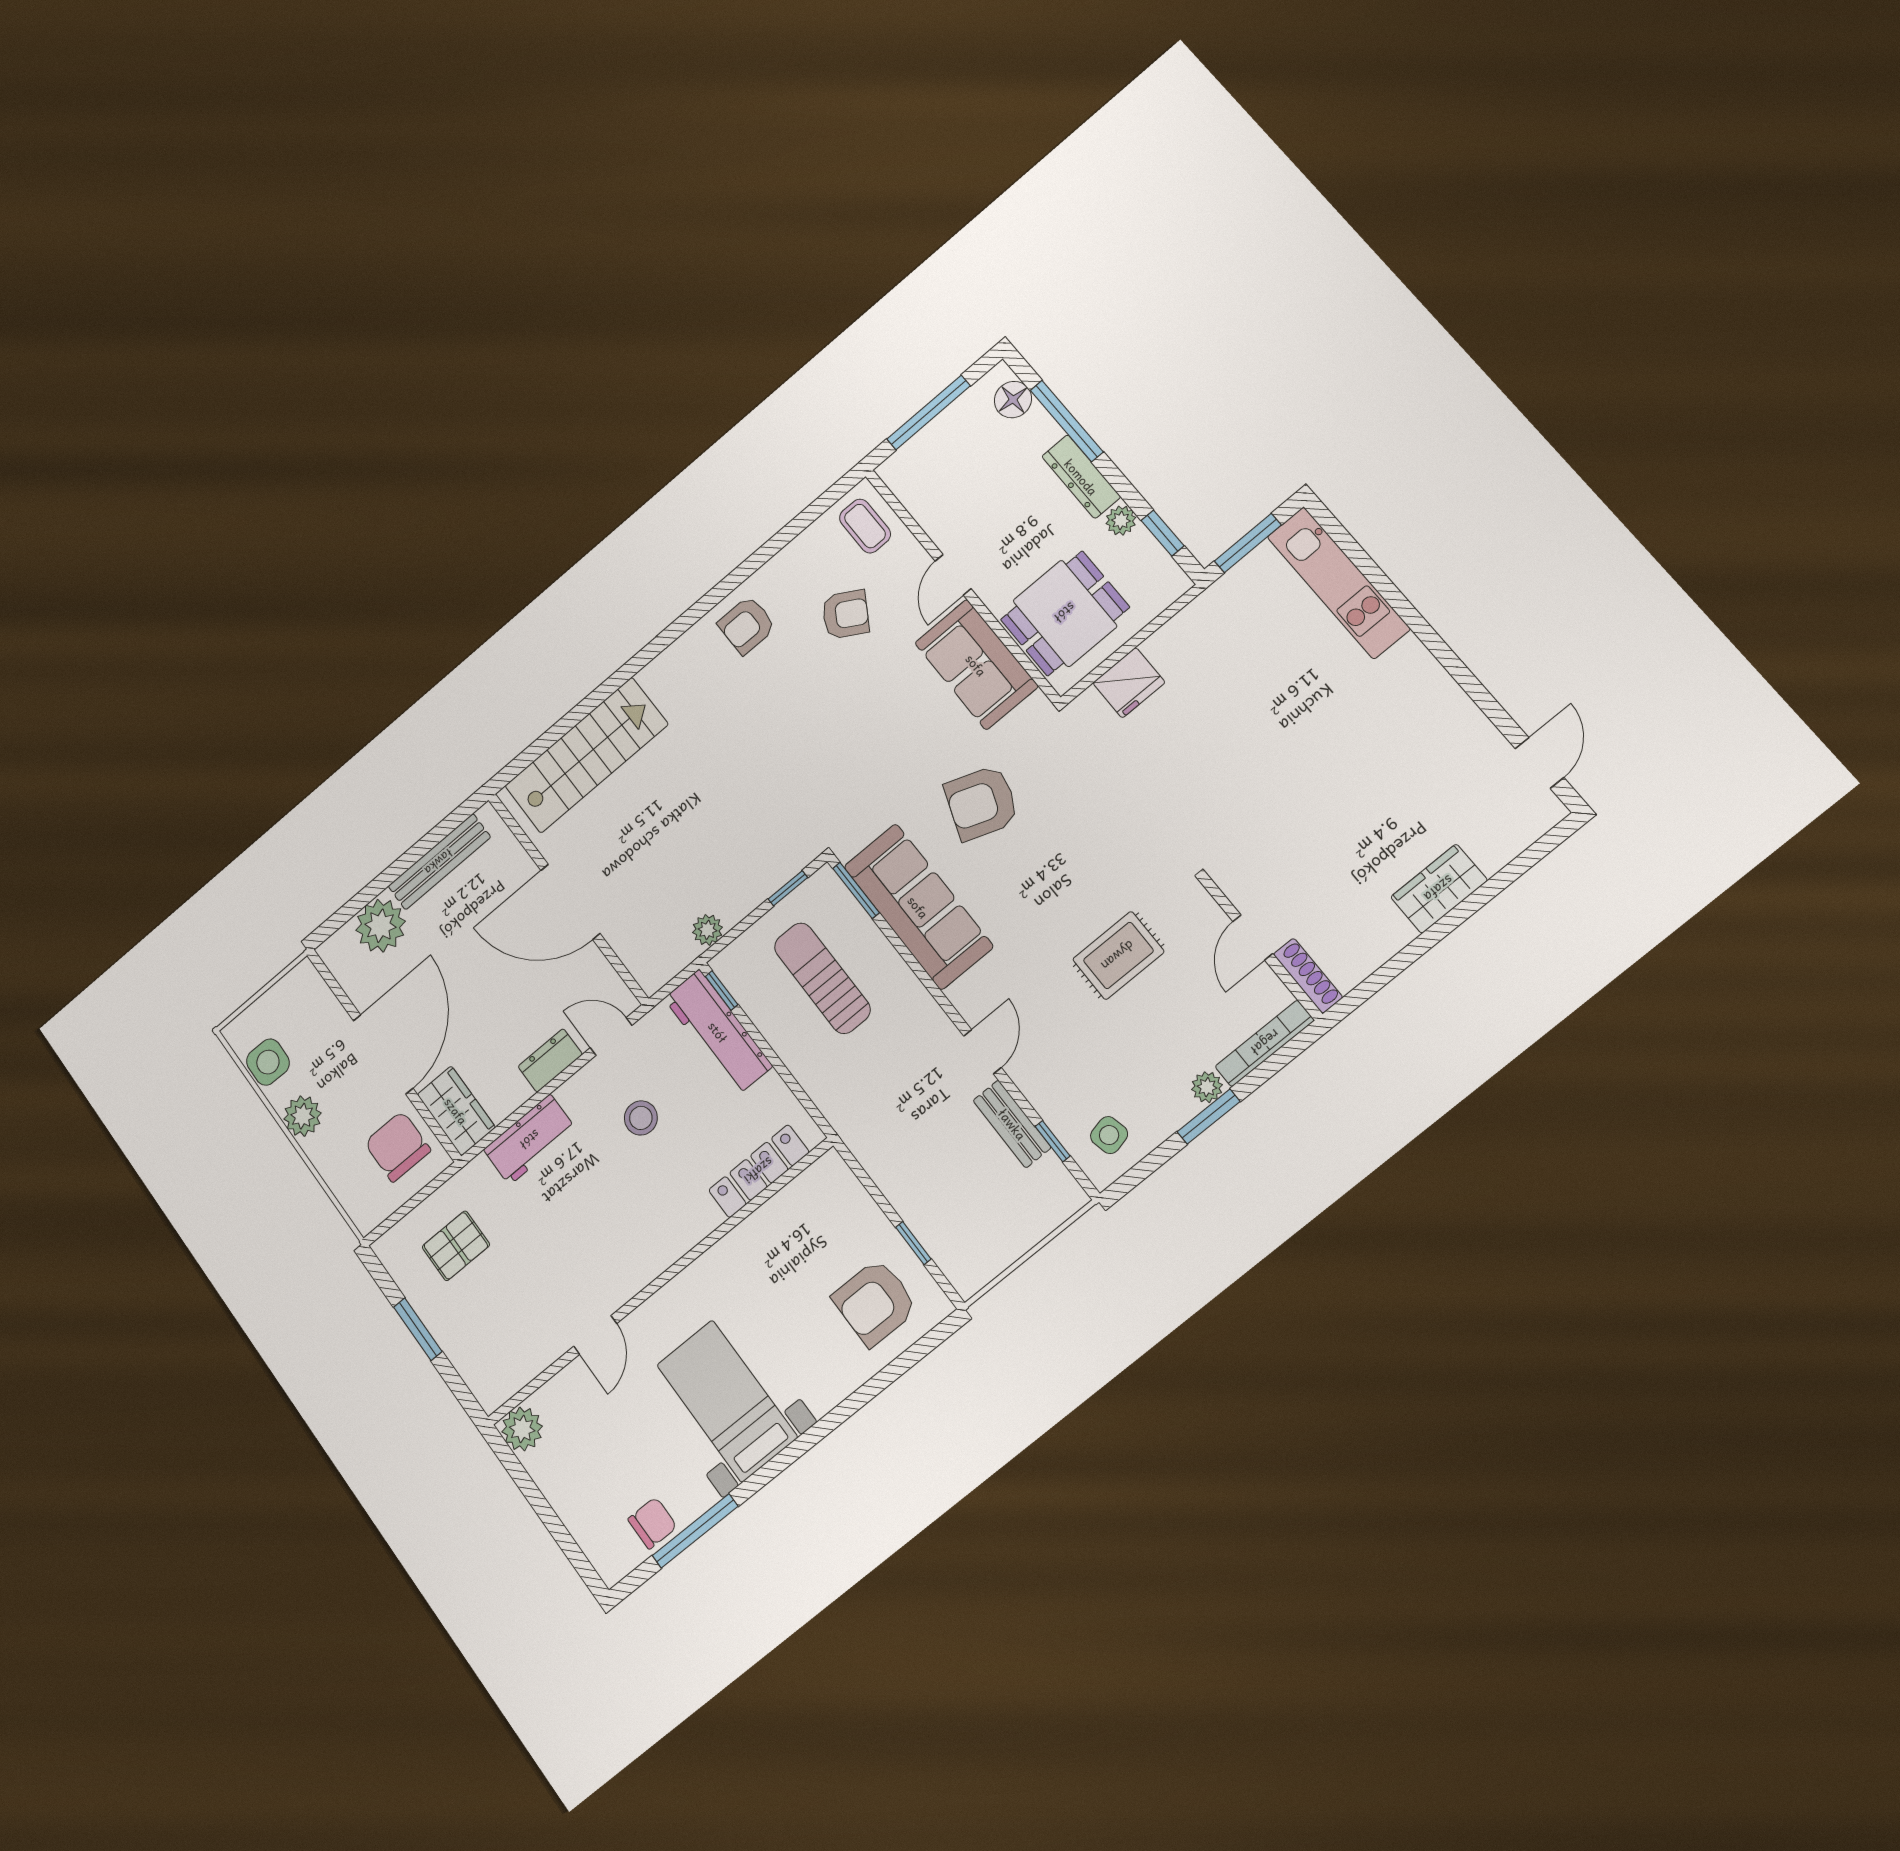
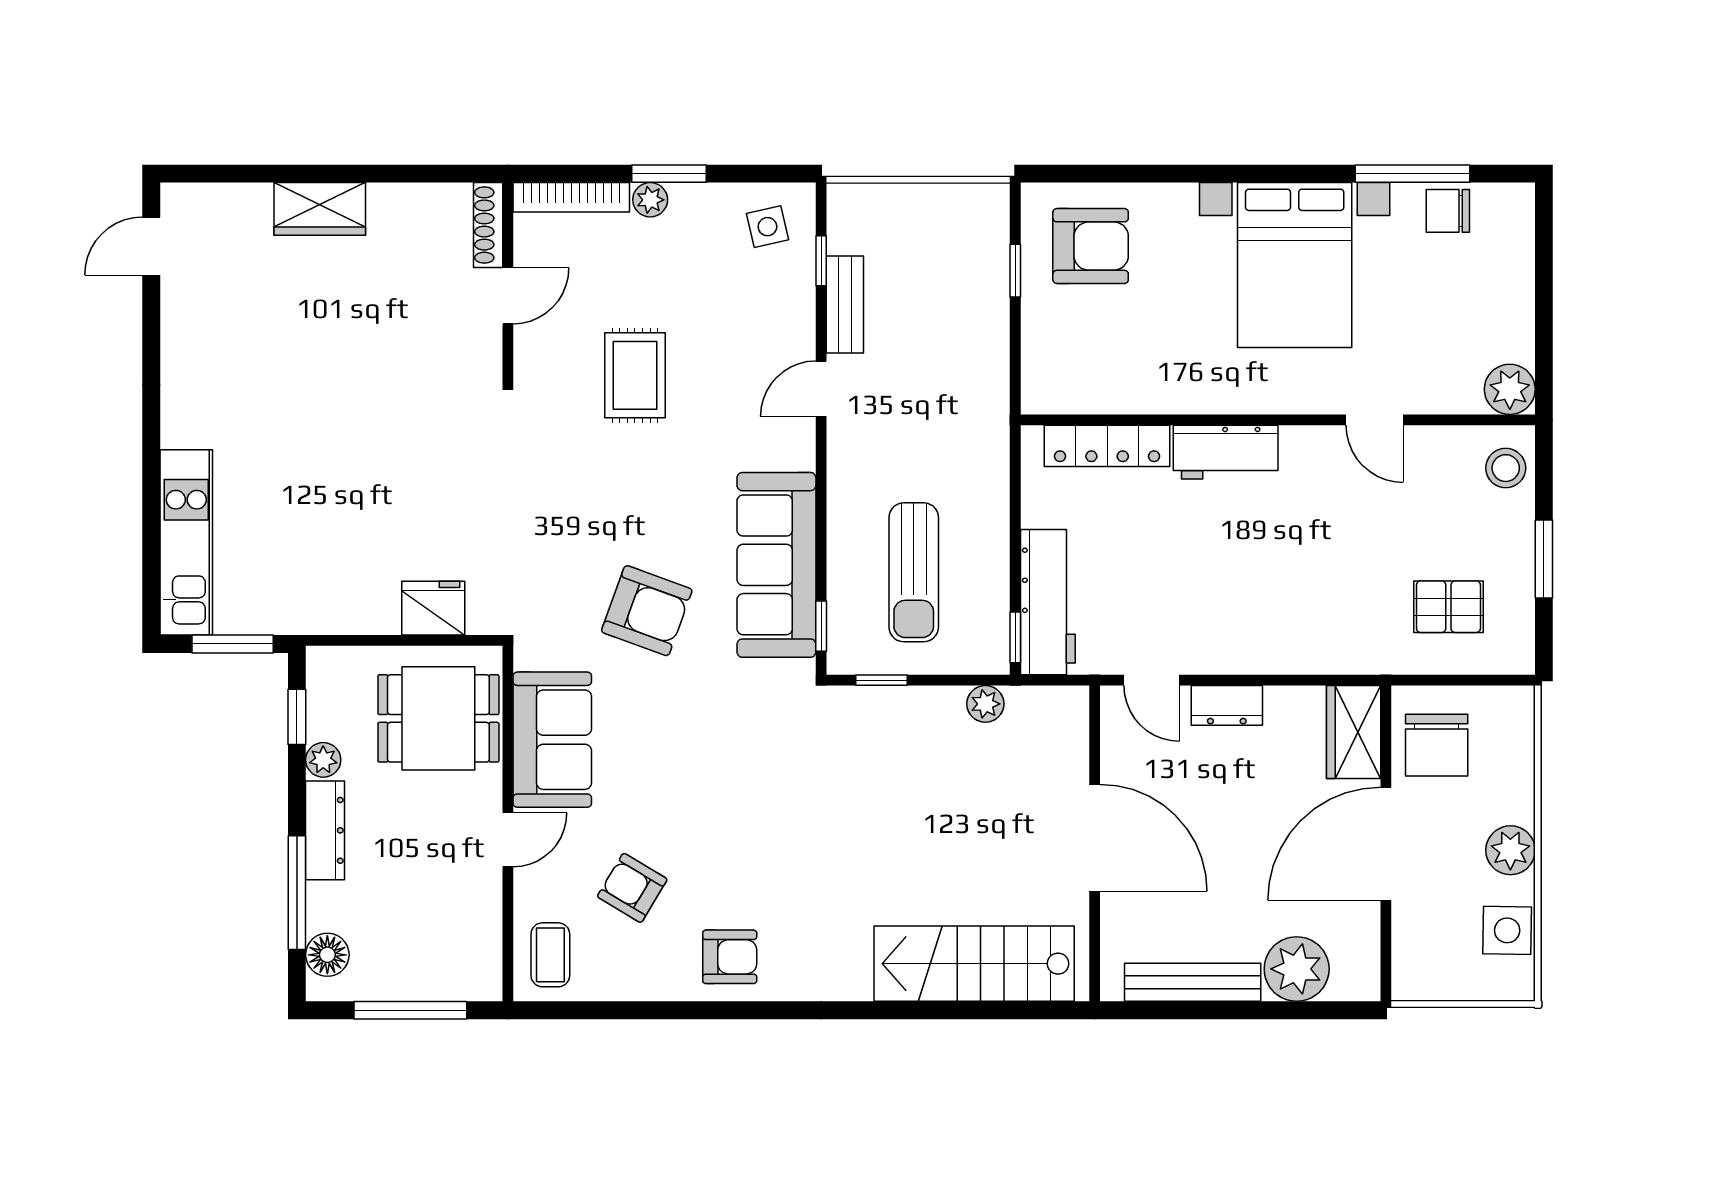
window: (856, 890) -> (821, 626), width x0.67
rug: (1118, 956) -> (635, 375), turned 90
stool: (641, 1118) -> (1506, 468), moved
workbench: (530, 1140) -> (1226, 452), moved, turned 180
door: (595, 1335) -> (1375, 420), swing flipped
bed with nightstands: (727, 1401) -> (1295, 265), width x1.36

